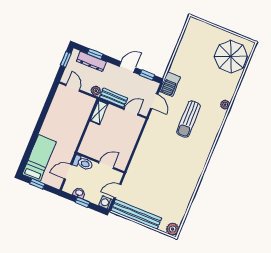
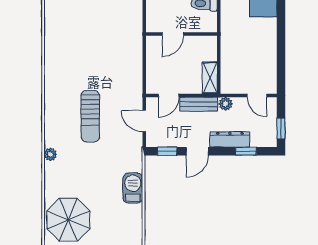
dresser: (91, 61) -> (230, 139), moved
barbecue: (170, 84) -> (133, 188), moved
sun lounger: (189, 119) -> (90, 116), turned 180
wall: (100, 163) -> (182, 34), moved
door: (106, 165) -> (173, 34), moved

